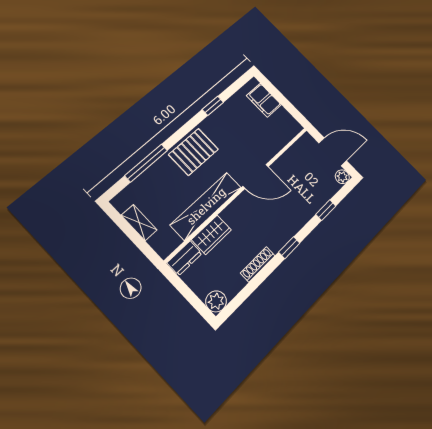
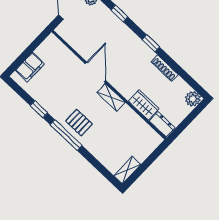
pallet: (194, 152) -> (79, 123), width x0.67, depth x0.71
window: (146, 163) -> (66, 135), moved
shelving: (206, 206) -> (111, 97), width x0.45, depth x0.75
shelving: (139, 222) -> (127, 170), moved

